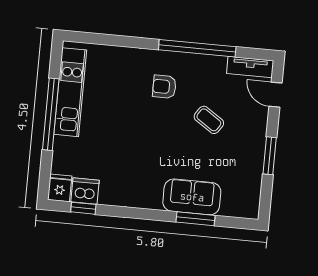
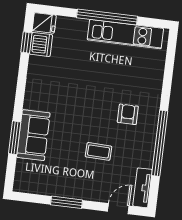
coffee table: (209, 120) -> (98, 151), turned 58

